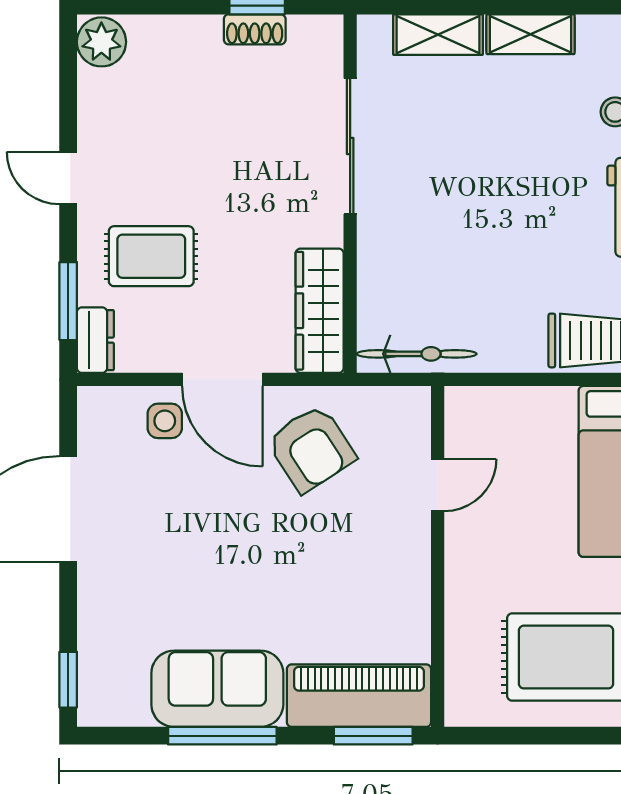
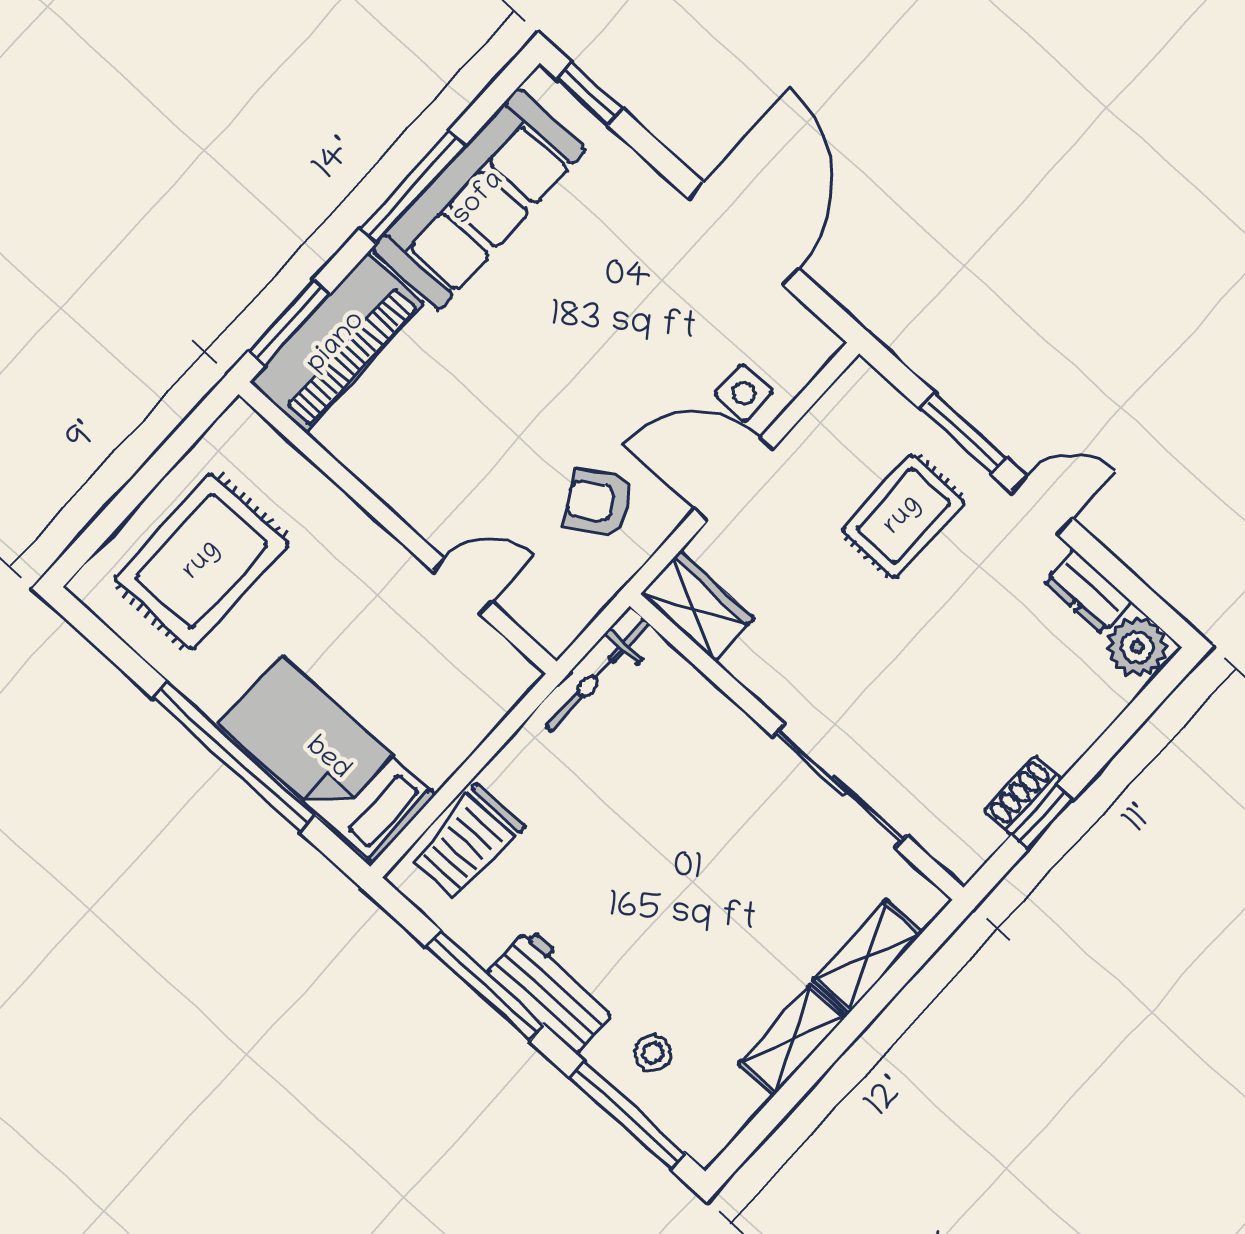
window: (68, 301) -> (963, 434), moved
wardrobe: (320, 311) -> (697, 606), width x0.67
dresser: (95, 340) -> (1088, 592), moved
armchair: (311, 449) -> (599, 502), width x0.72, depth x0.72
door: (438, 485) -> (462, 587), swing flipped
sofa: (217, 689) -> (479, 199), width x1.36

